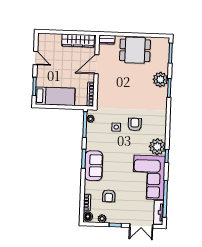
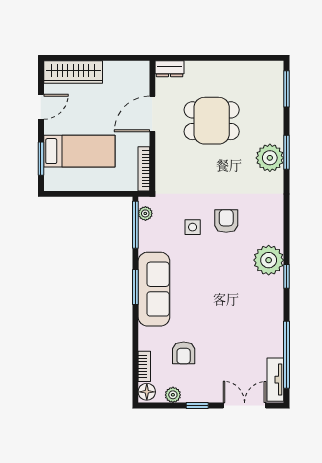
wardrobe: (78, 41) -> (73, 72), moved
dining table: (135, 50) -> (212, 121), moved
door: (35, 58) -> (41, 107), hinge flipped
plant: (160, 80) -> (270, 158), moved
bed: (55, 96) -> (79, 151), moved
sofa: (94, 166) -> (154, 289), width x1.36
corner sofa: (149, 177) -> (255, 316), removed
double door: (141, 226) -> (245, 405), swing flipped

